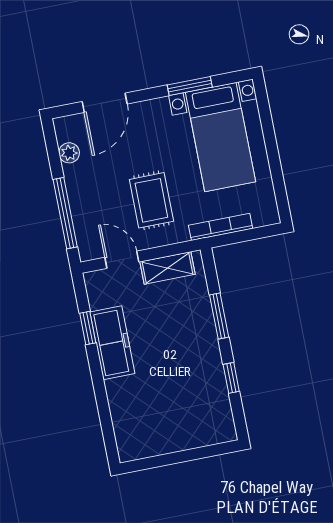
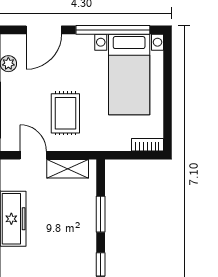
window: (190, 86) -> (113, 30), width x2.11
bookcase: (221, 227) -> (147, 145), moved, width x0.64

